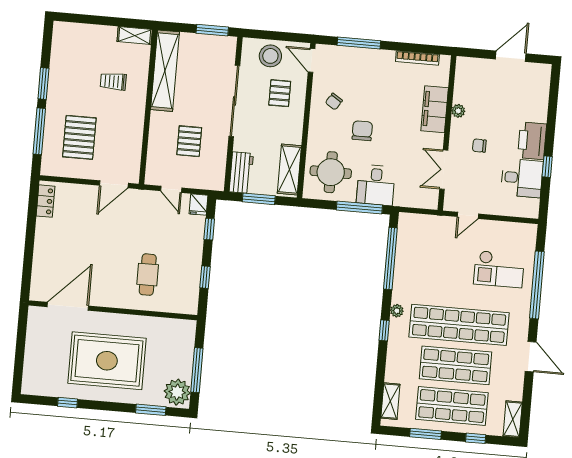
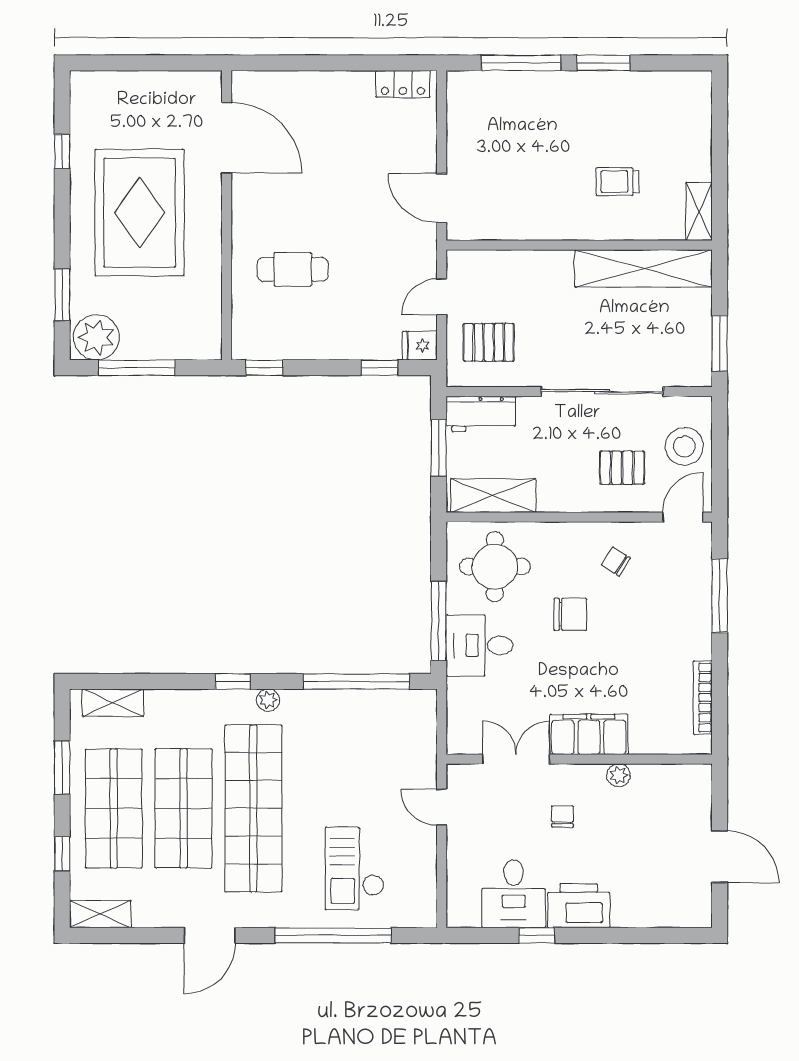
trolley: (113, 81) -> (617, 182), turned -90
filing cabinet: (435, 109) -> (589, 734), moved
pallet: (79, 137) -> (517, 132), removed
pallet: (189, 141) -> (489, 342), moved
window: (205, 277) -> (264, 368), moved

